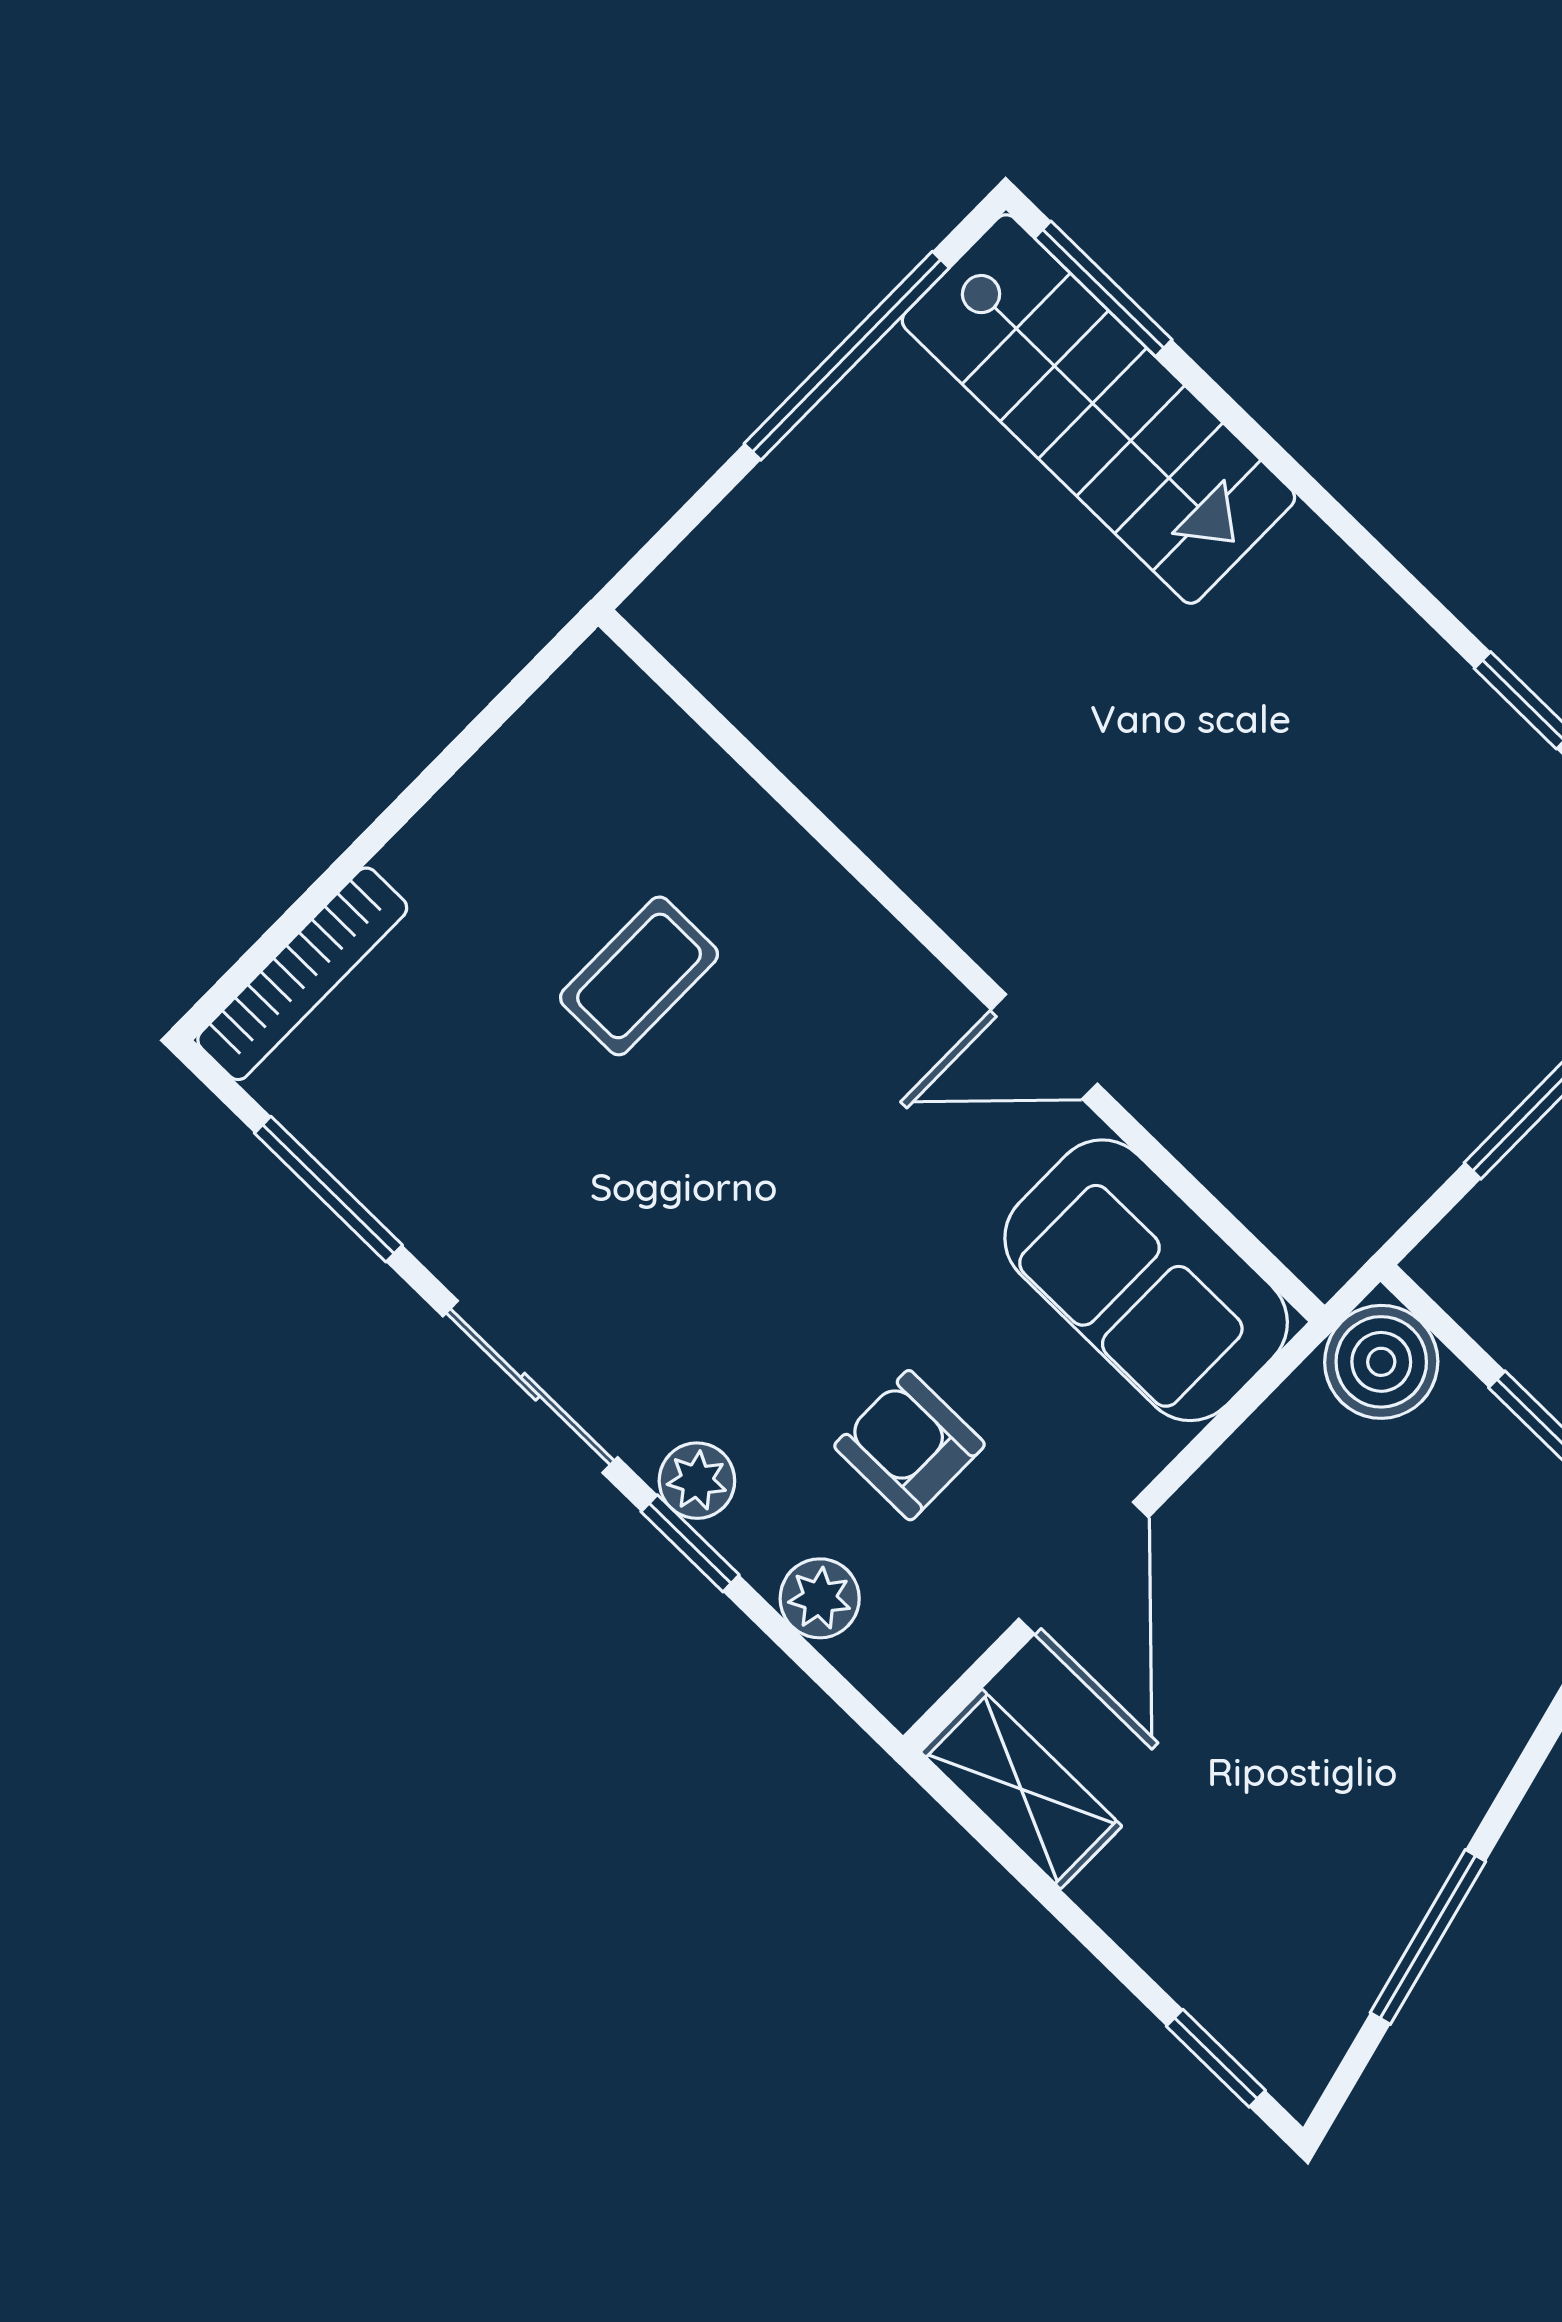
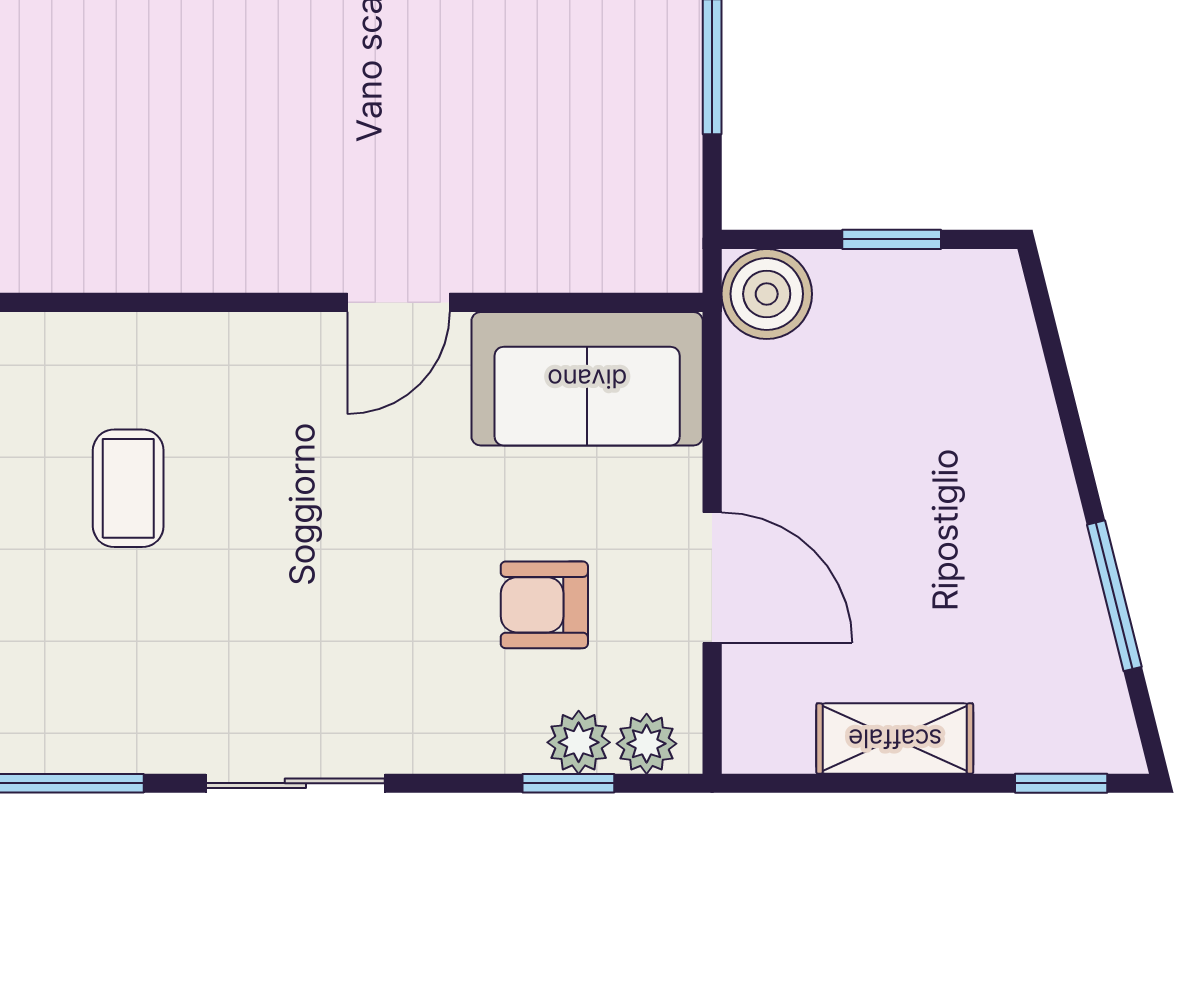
plant: (697, 1481) -> (647, 744), moved
window: (690, 1543) -> (568, 783), moved
shelving: (1021, 1789) -> (895, 739), moved

